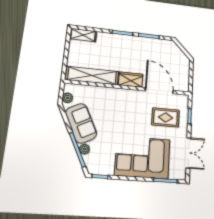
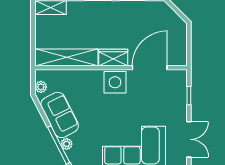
door: (159, 91) -> (150, 68), hinge flipped
side table: (131, 100) -> (115, 82), added
rug: (166, 117) -> (159, 100), removed

